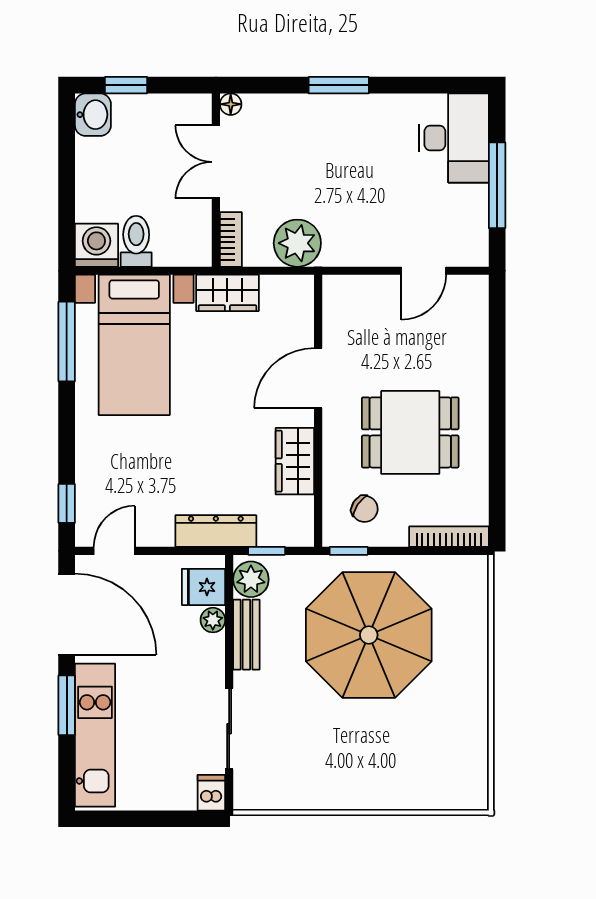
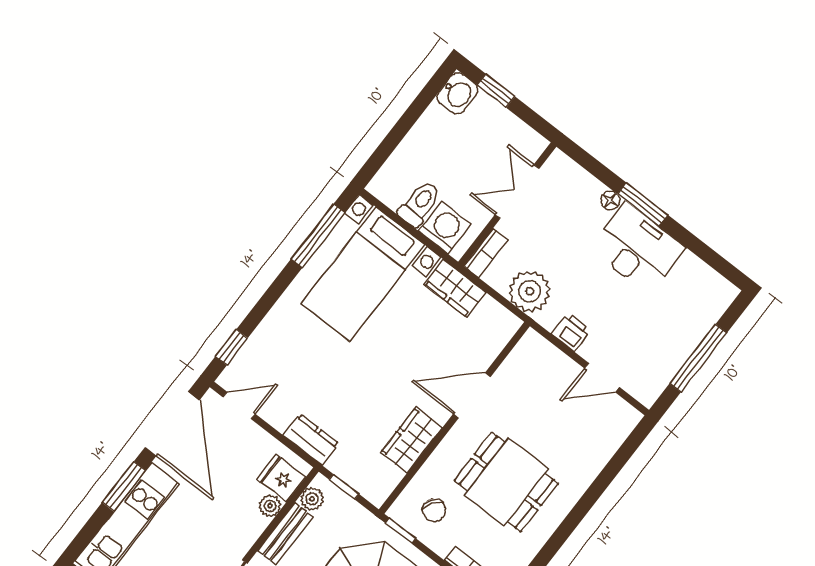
floor lamp: (231, 104) -> (610, 200), moved
desk: (454, 138) -> (637, 248), moved, turned -90
washing machine: (96, 245) -> (445, 228), moved
printer: (363, 251) -> (571, 332), added
dresser: (216, 531) -> (311, 439), width x0.70
plant: (251, 579) -> (312, 499), width x0.73, depth x0.73

